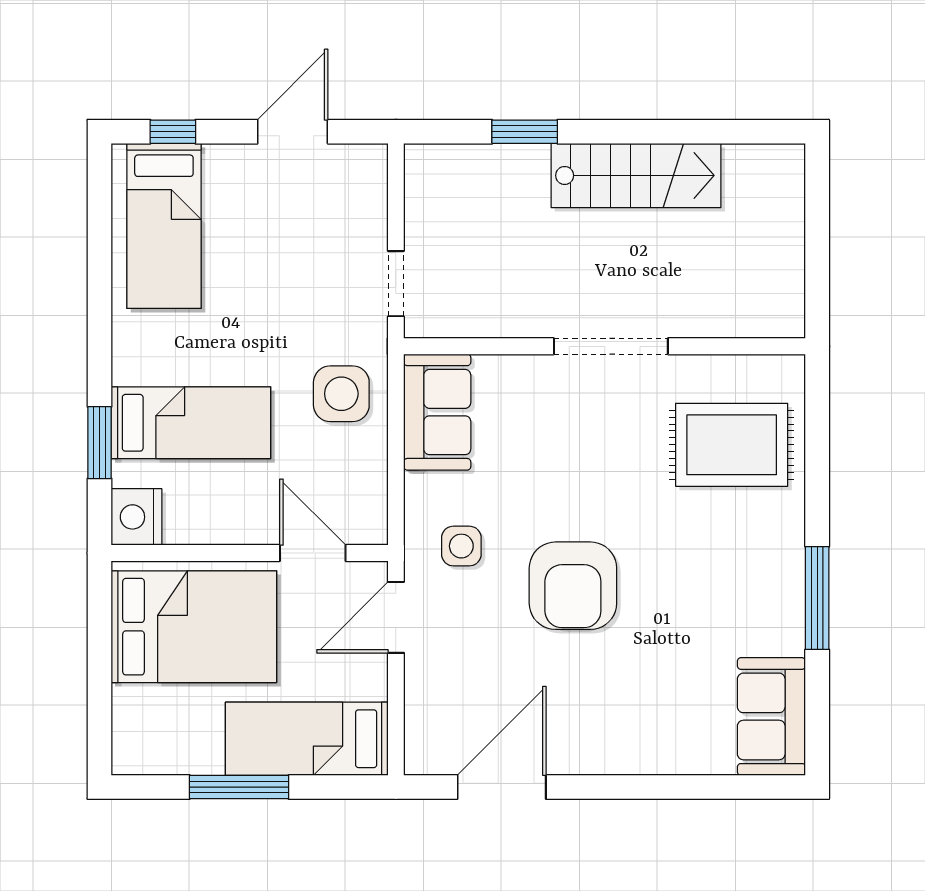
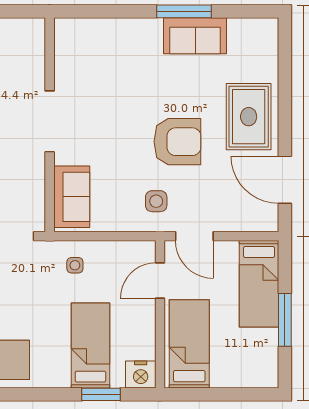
side table: (341, 394) -> (75, 265), width x0.54, depth x0.54
sofa: (437, 412) -> (72, 197), moved, turned 90
rug: (732, 445) -> (249, 117), moved
bed: (194, 627) -> (189, 344), width x0.67
sofa: (771, 716) -> (195, 36), moved

